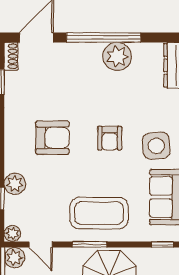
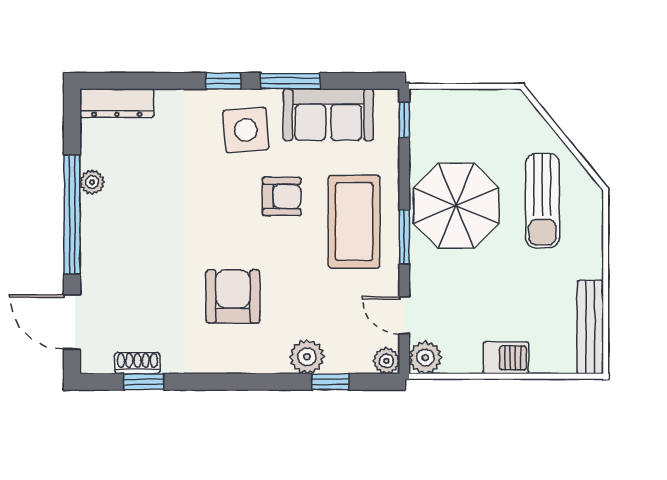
shoe rack: (11, 56) -> (137, 363), moved
plant: (117, 57) -> (92, 182), width x0.53, depth x0.53
armchair: (110, 138) -> (282, 196), moved
door: (41, 244) -> (404, 315), swing flipped

